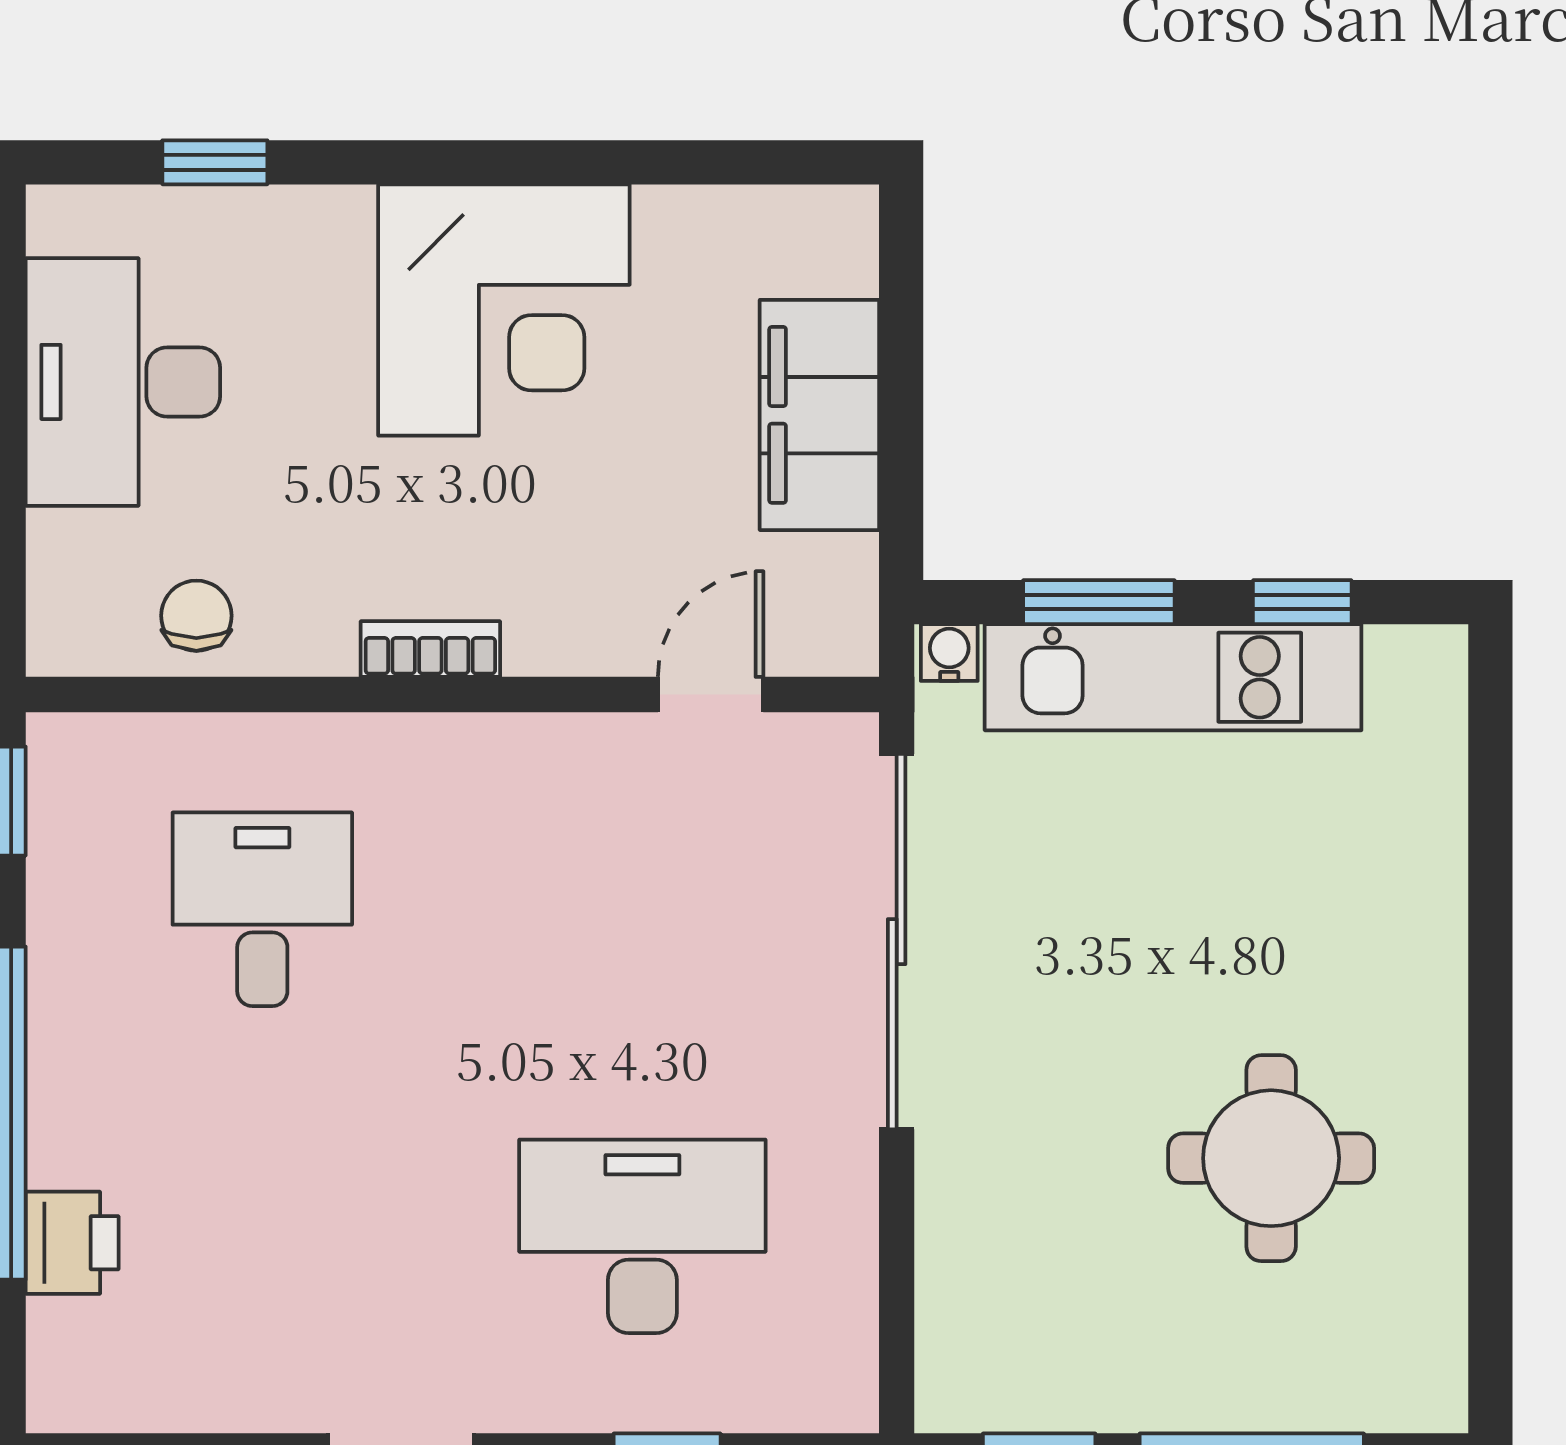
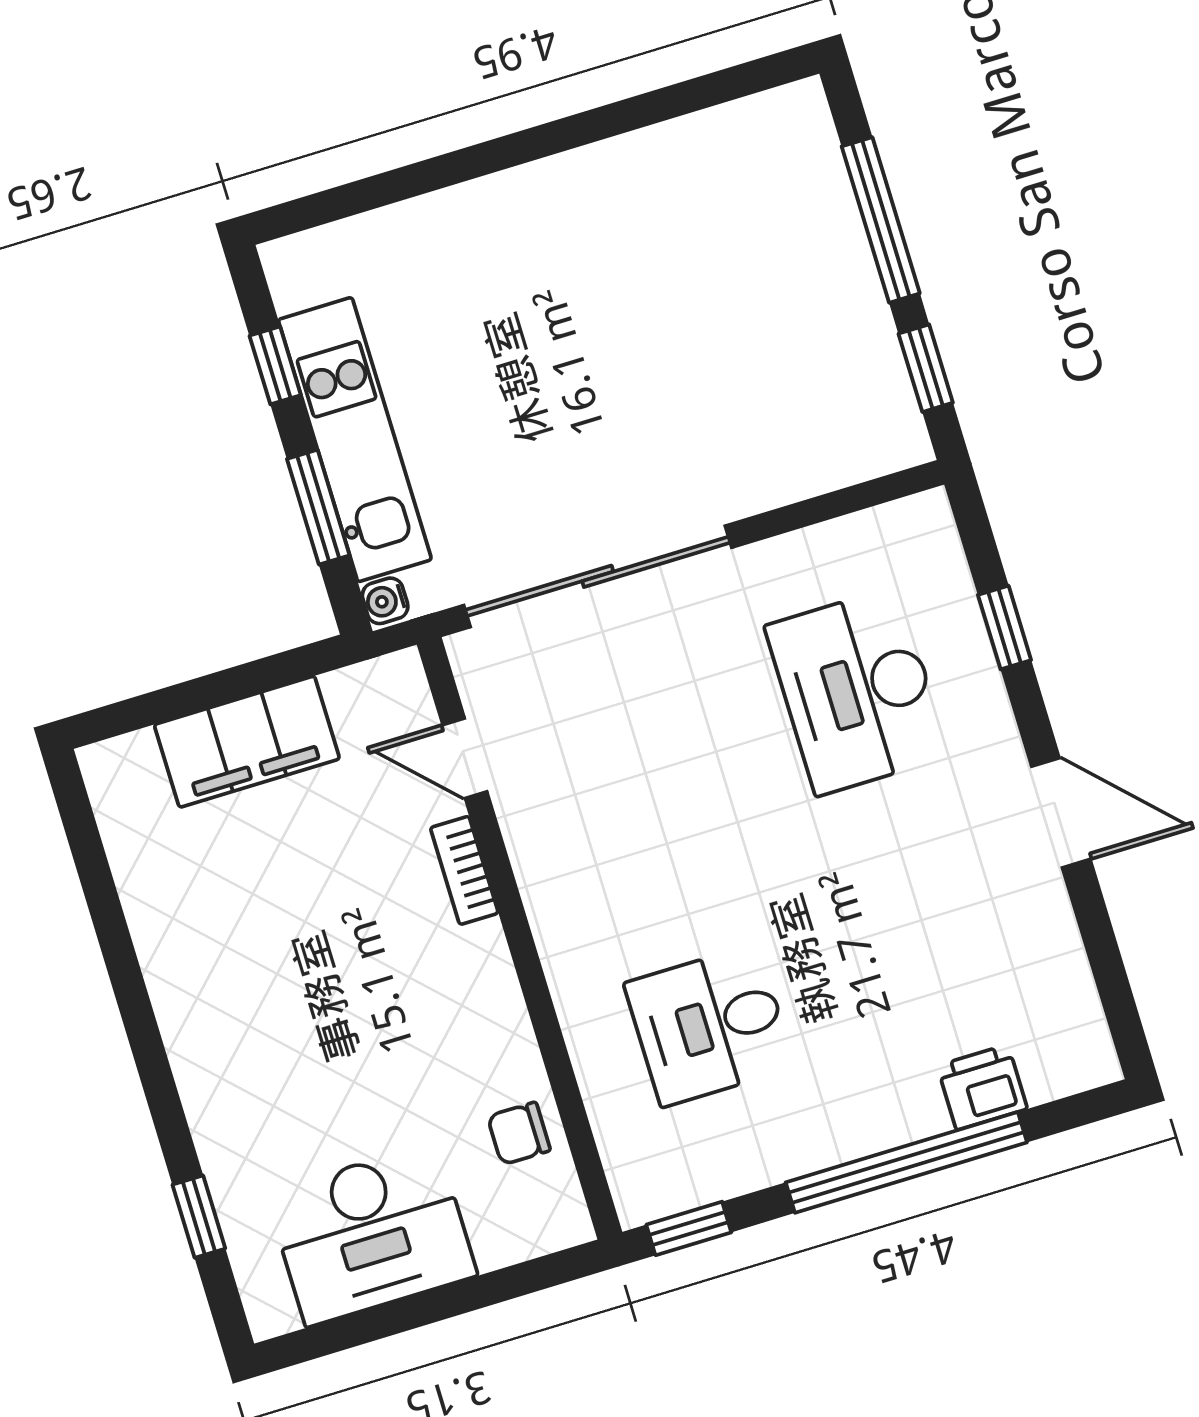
corner desk: (504, 310) -> (241, 984), removed
bookcase: (430, 649) -> (464, 870), moved
round table: (1271, 1158) -> (669, 269), removed

